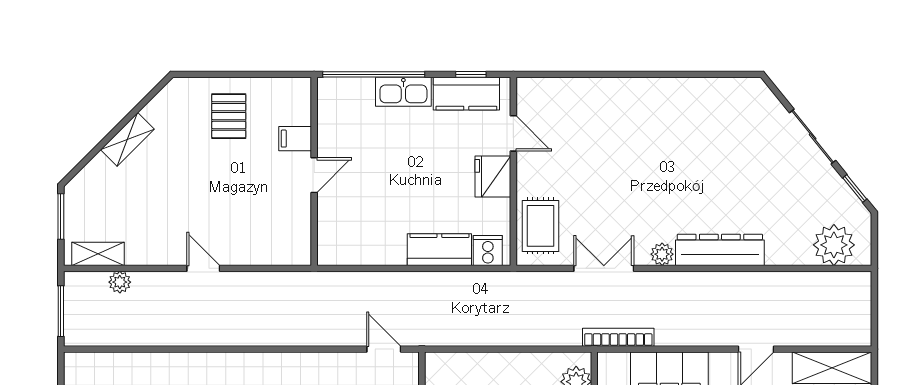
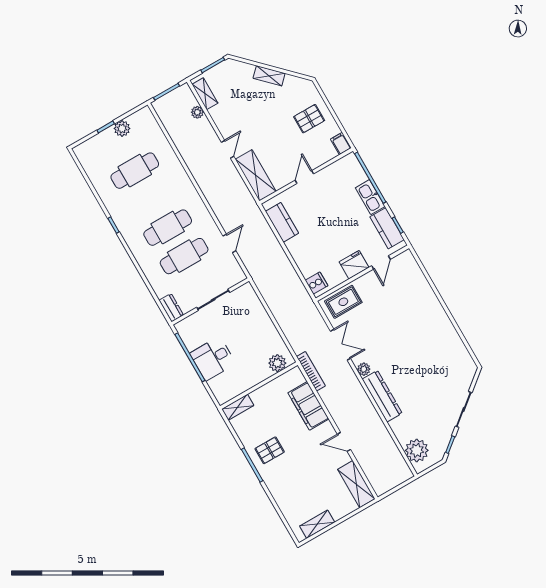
filing cabinet: (295, 139) -> (341, 144), moved
door: (314, 175) -> (304, 177), swing flipped
shelving: (268, 248) -> (256, 175), added
kitchen counter: (439, 250) -> (282, 222), moved
door: (384, 349) -> (229, 243), moved

